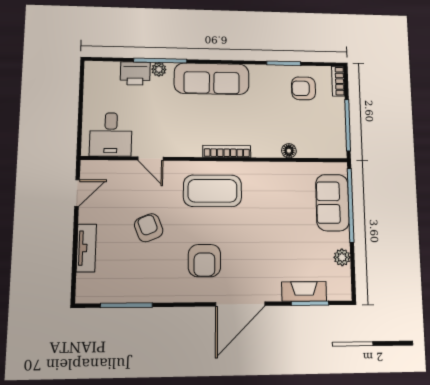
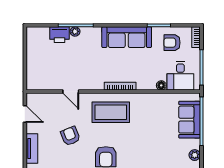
sofa: (212, 79) -> (127, 37), moved
desk: (111, 134) -> (180, 76), moved
door: (77, 193) -> (25, 114), hinge flipped

